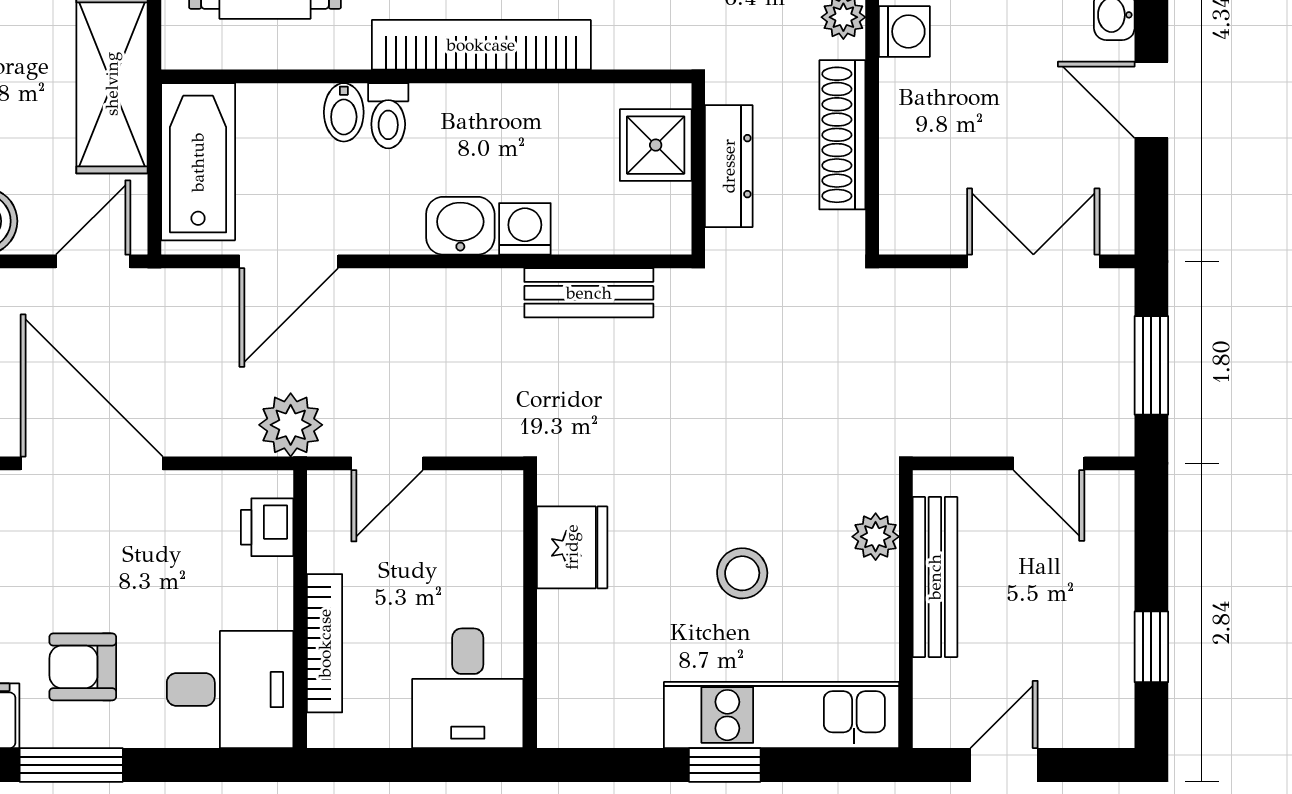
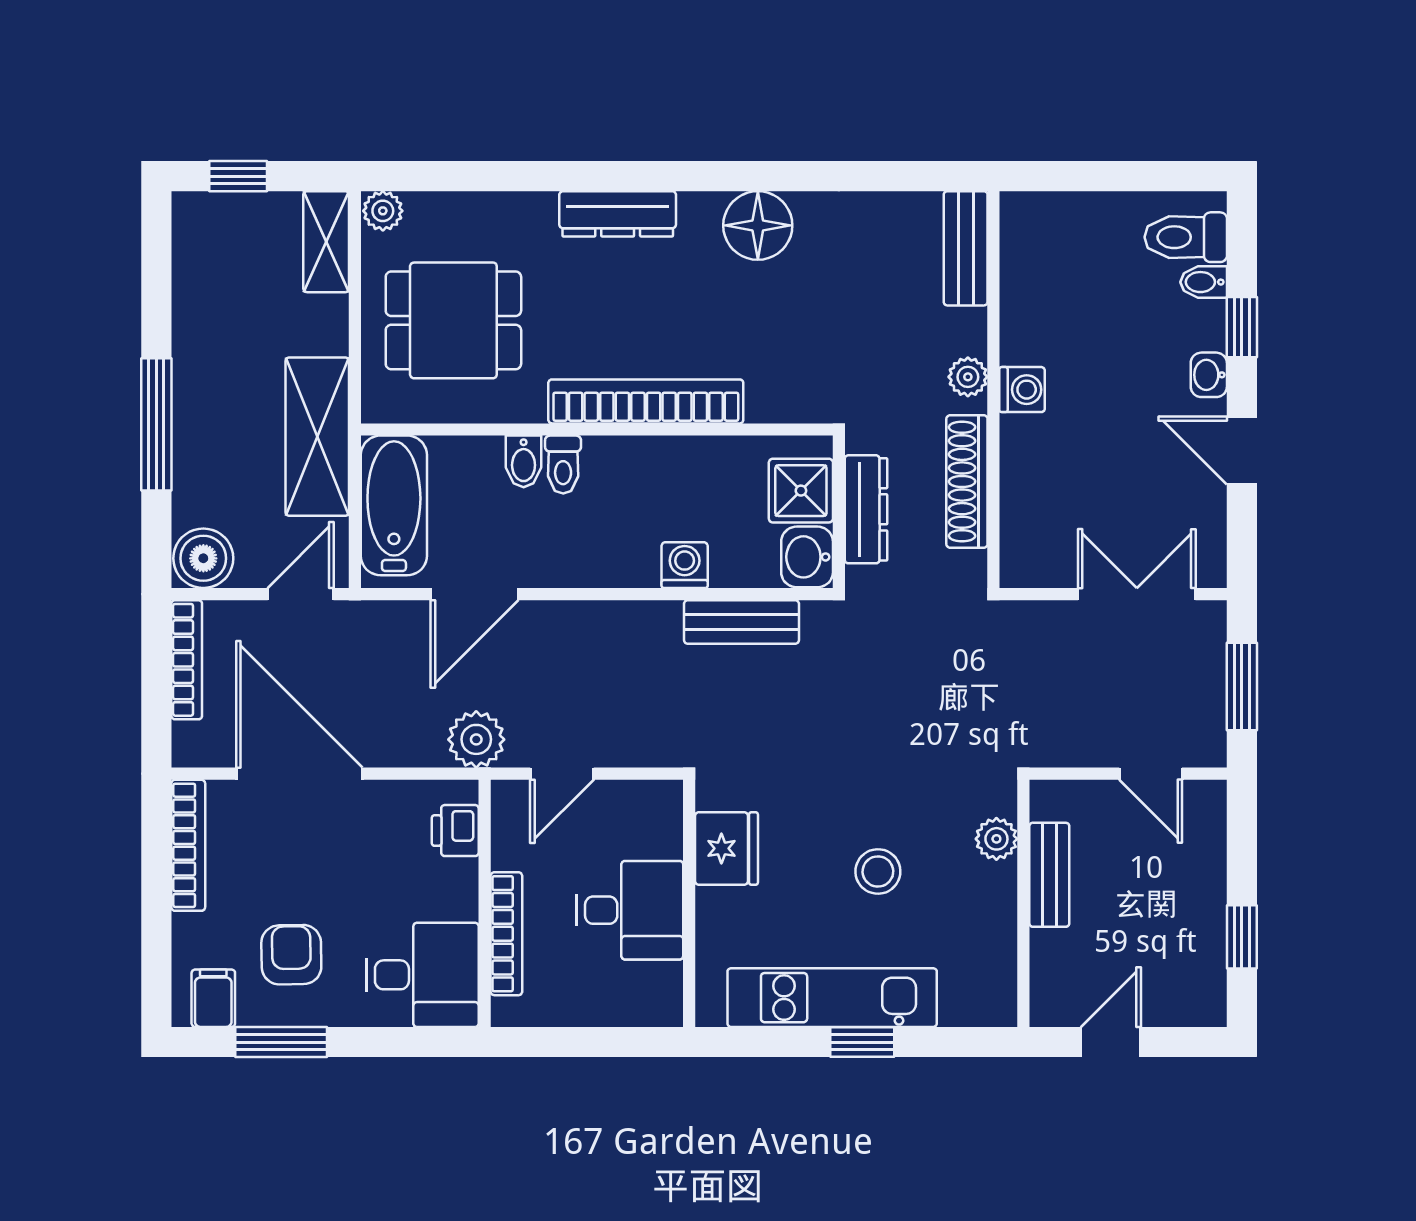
washbasin: (460, 226) -> (807, 557), moved, turned -90
bench: (935, 577) -> (1049, 875), width x0.73
armchair: (83, 667) -> (291, 955), turned 89
desk: (468, 688) -> (630, 910), moved, turned -90
kitchen unit: (781, 715) -> (832, 998), moved

